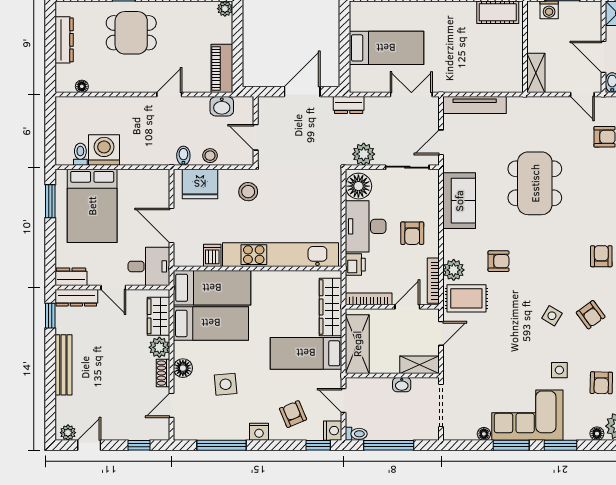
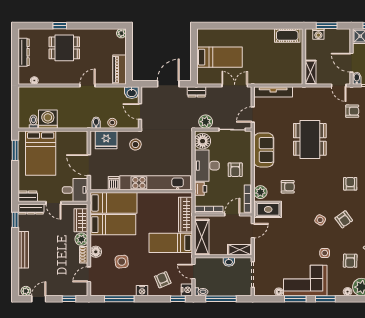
washbasin: (222, 106) -> (132, 93), moved

